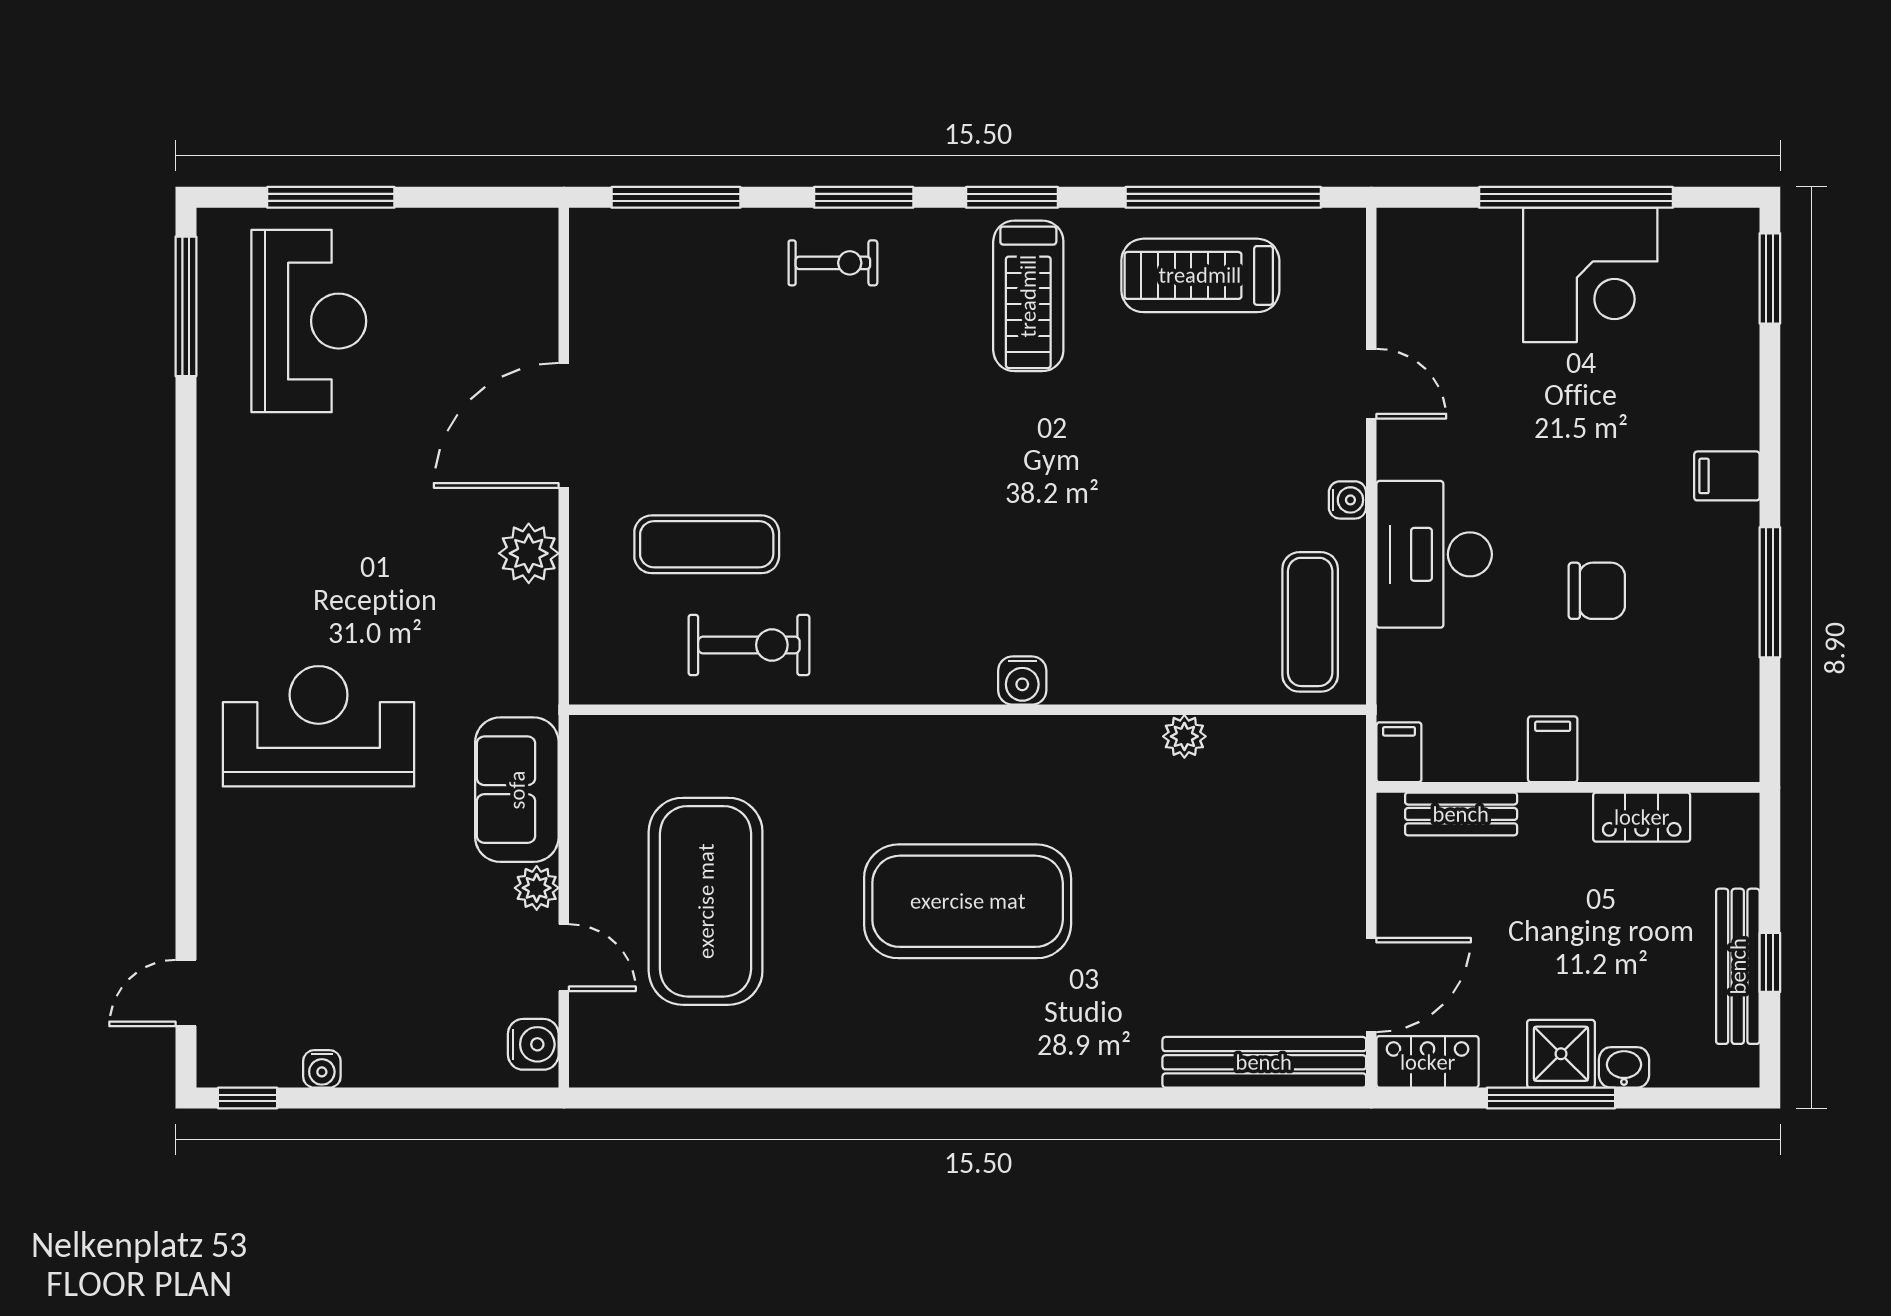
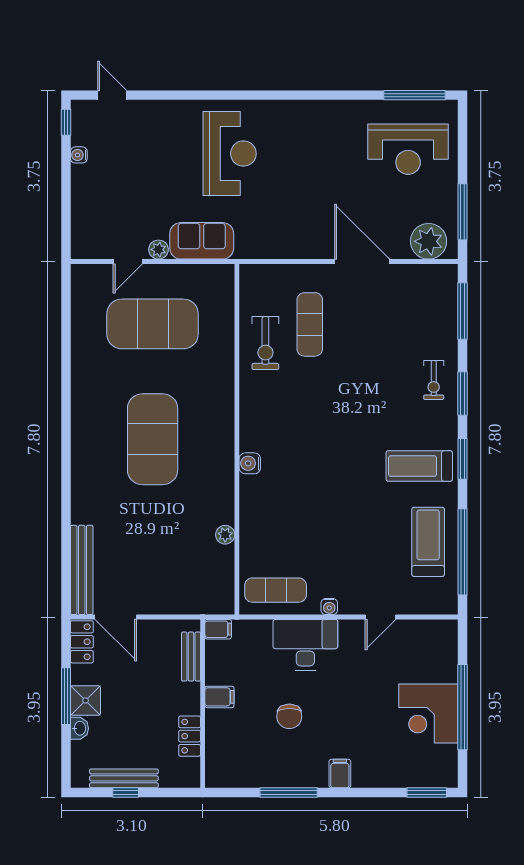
window: (331, 197) -> (463, 212), moved
plant: (529, 553) -> (429, 241), moved, width x1.36, depth x1.36
water cooler: (533, 1044) -> (90, 248), removed

